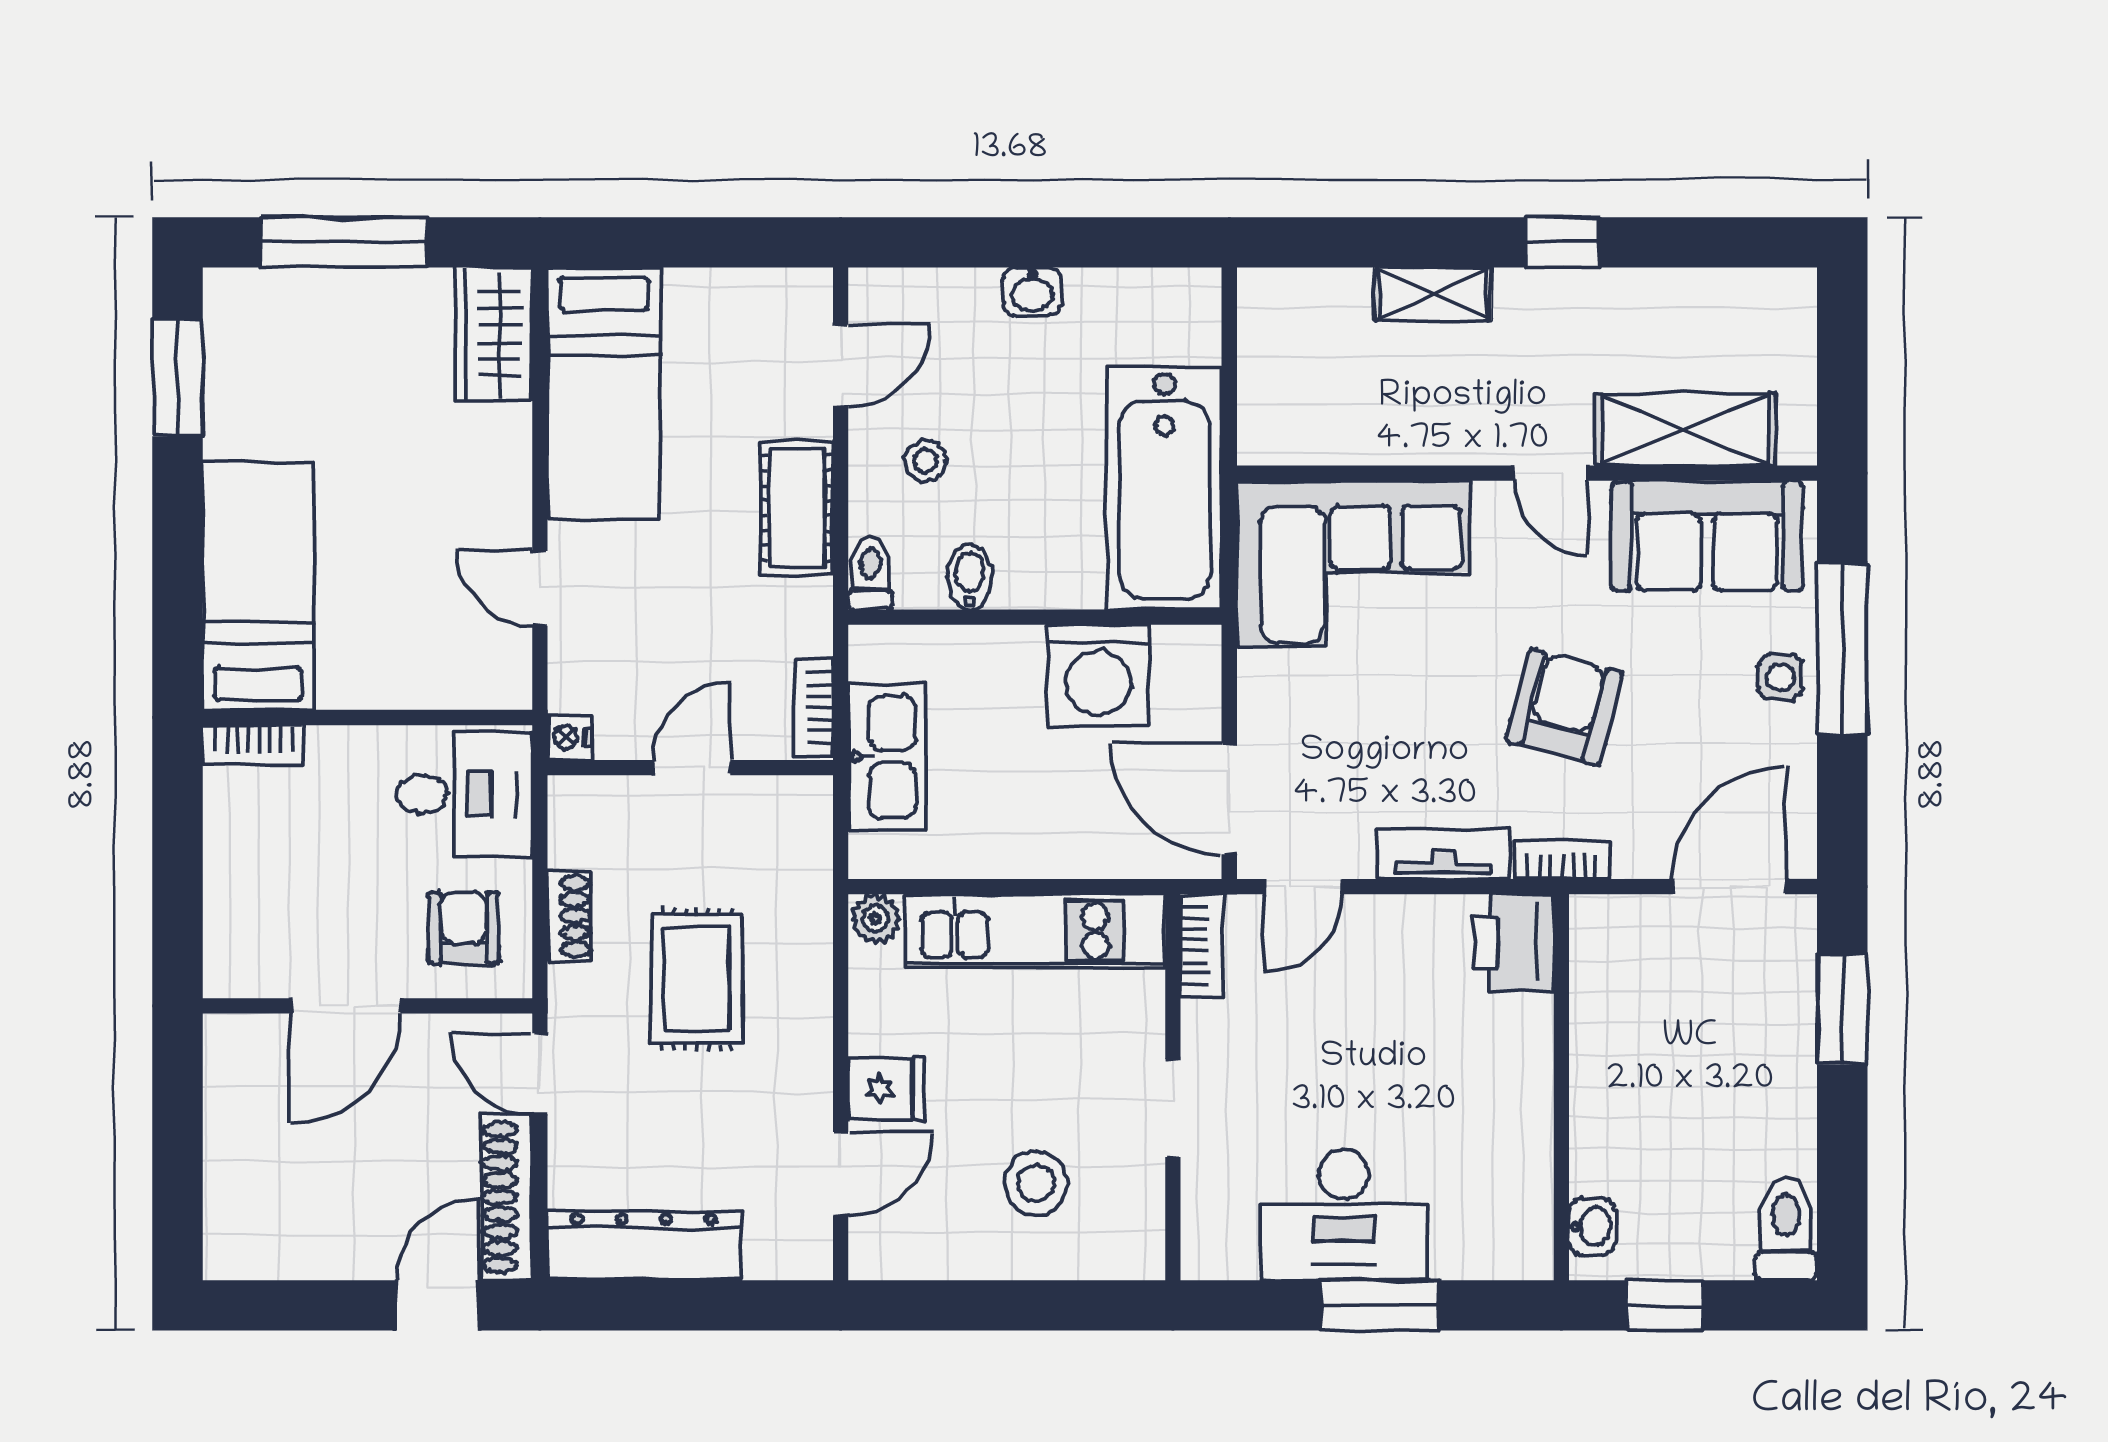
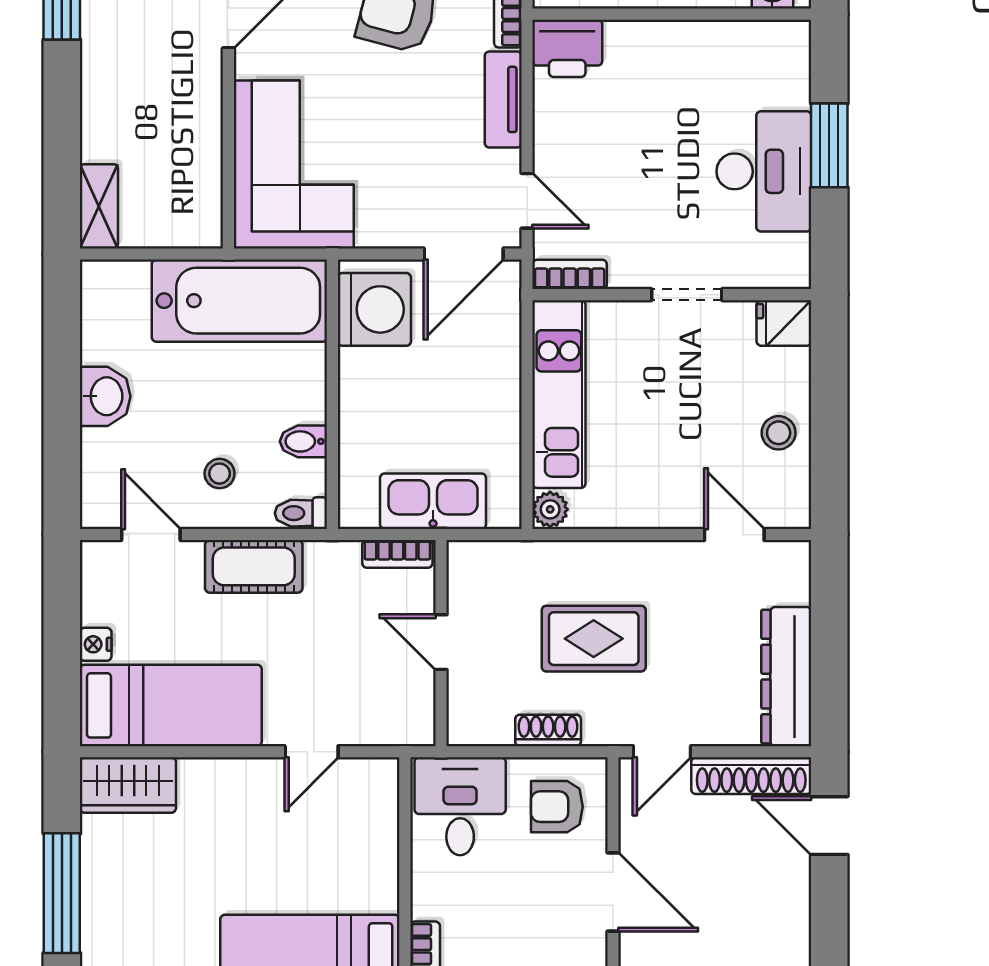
washbasin: (1032, 292) -> (105, 396), width x1.38, depth x1.45
shelving: (1433, 294) -> (99, 206), moved
washing machine: (1098, 675) -> (374, 309), moved
nightstand: (569, 737) -> (96, 644), moved, turned 90
fridge: (886, 1089) -> (784, 323), moved, turned -90
stool: (1036, 1183) -> (779, 433), moved, width x0.73, depth x0.73

